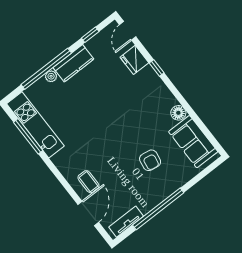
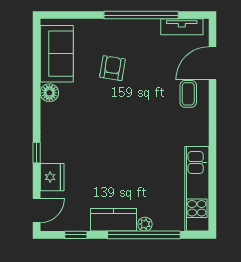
window: (28, 136) -> (212, 183), removed

